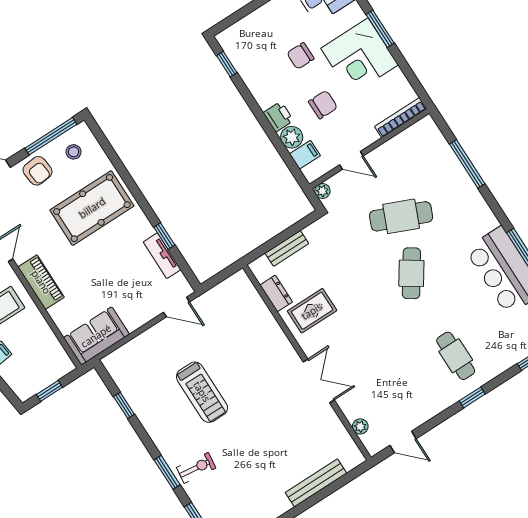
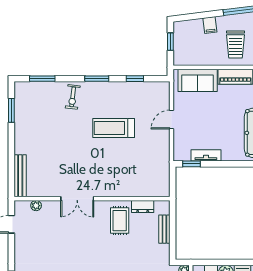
window: (164, 236) -> (192, 164), moved
door: (176, 307) -> (171, 120), moved
sofa: (96, 336) -> (198, 80), moved, turned 90
window: (167, 472) -> (97, 79), moved
bench: (316, 483) -> (20, 176), moved

